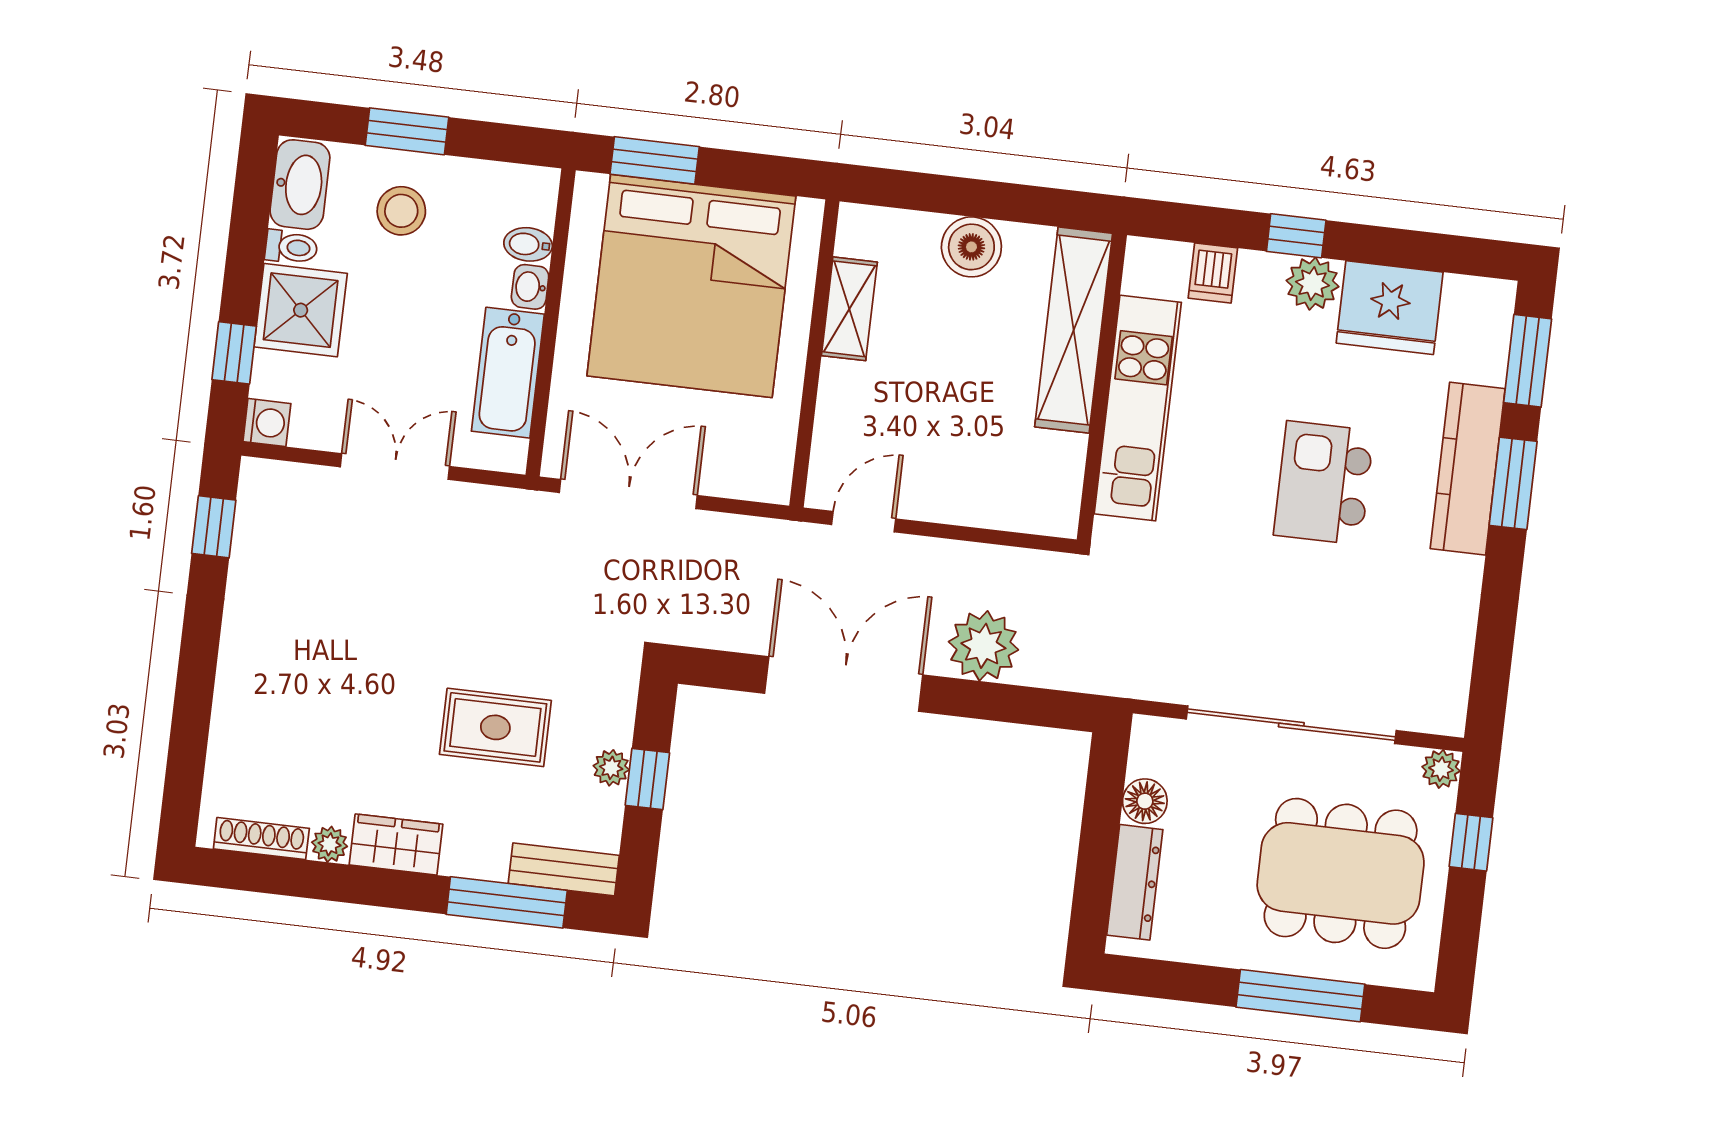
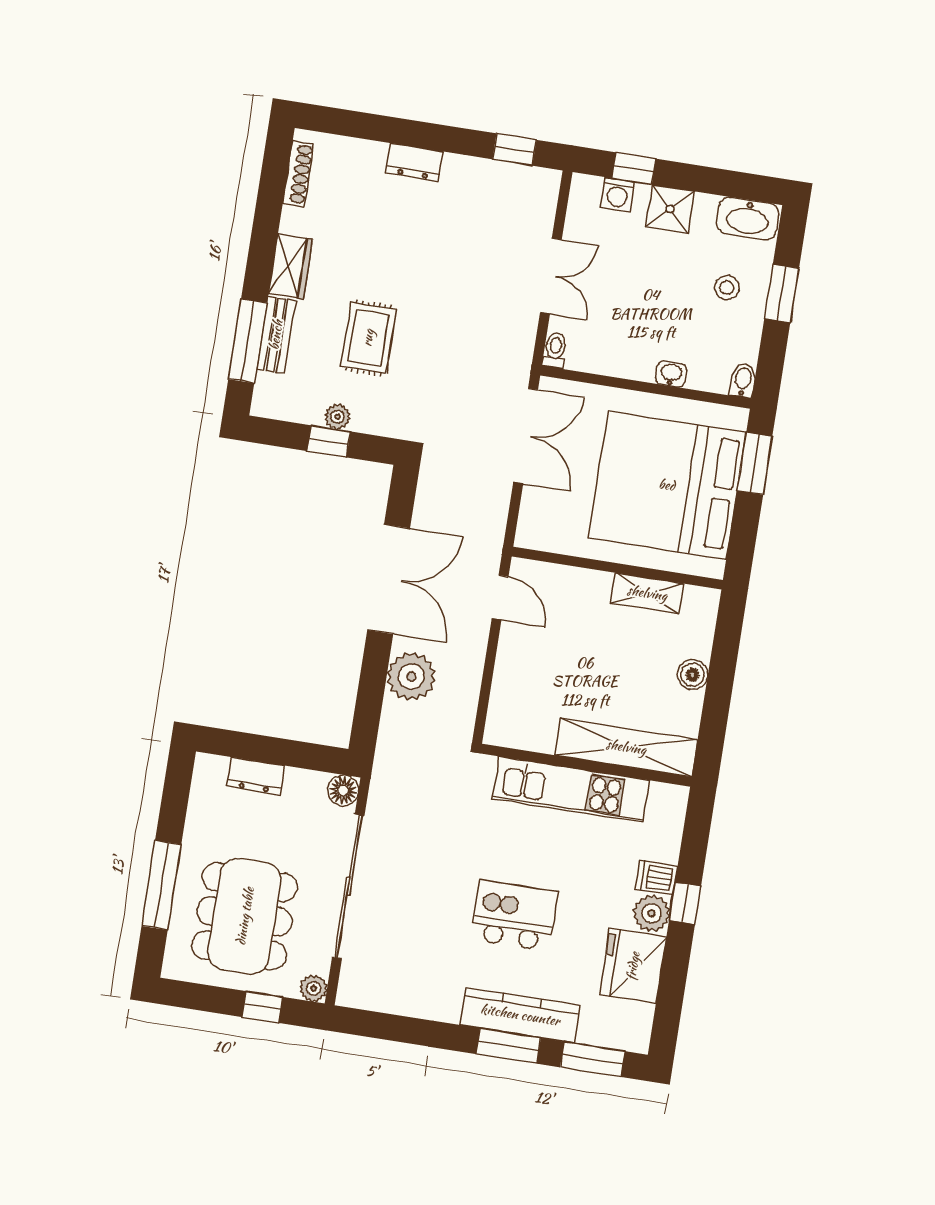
stool: (401, 211) -> (727, 288), width x0.73, depth x0.73
bidet: (528, 244) -> (743, 381), moved
toilet: (291, 247) -> (555, 350), moved, turned 180
boiler: (971, 247) -> (693, 675), width x0.73, depth x0.73
dishwasher: (1213, 273) -> (656, 878), moved
shower: (301, 310) -> (670, 209), width x0.73, depth x0.73
bathtub: (508, 373) -> (613, 356), removed
washing machine: (267, 423) -> (618, 194), moved
dresser: (238, 671) -> (414, 162), added
floor lamp: (1145, 801) -> (343, 790), moved
plant: (330, 844) -> (293, 221), removed
bench: (564, 869) -> (276, 335), moved
dresser: (1135, 882) -> (256, 776), width x0.70

